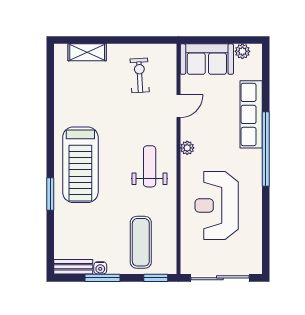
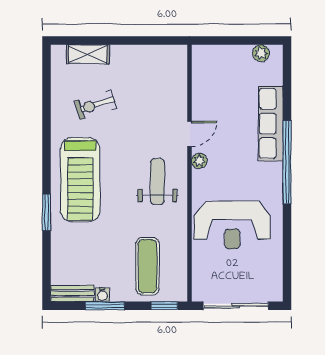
sofa: (207, 59) -> (221, 62), removed
exercise bike: (140, 75) -> (96, 105), moved, turned -104
door: (178, 106) -> (190, 134), moved
reception desk: (217, 205) -> (232, 225), turned -90

